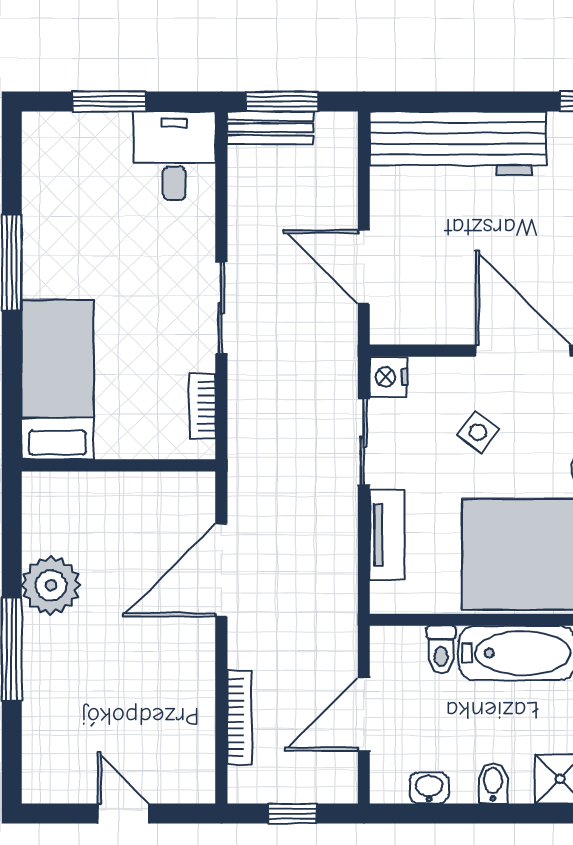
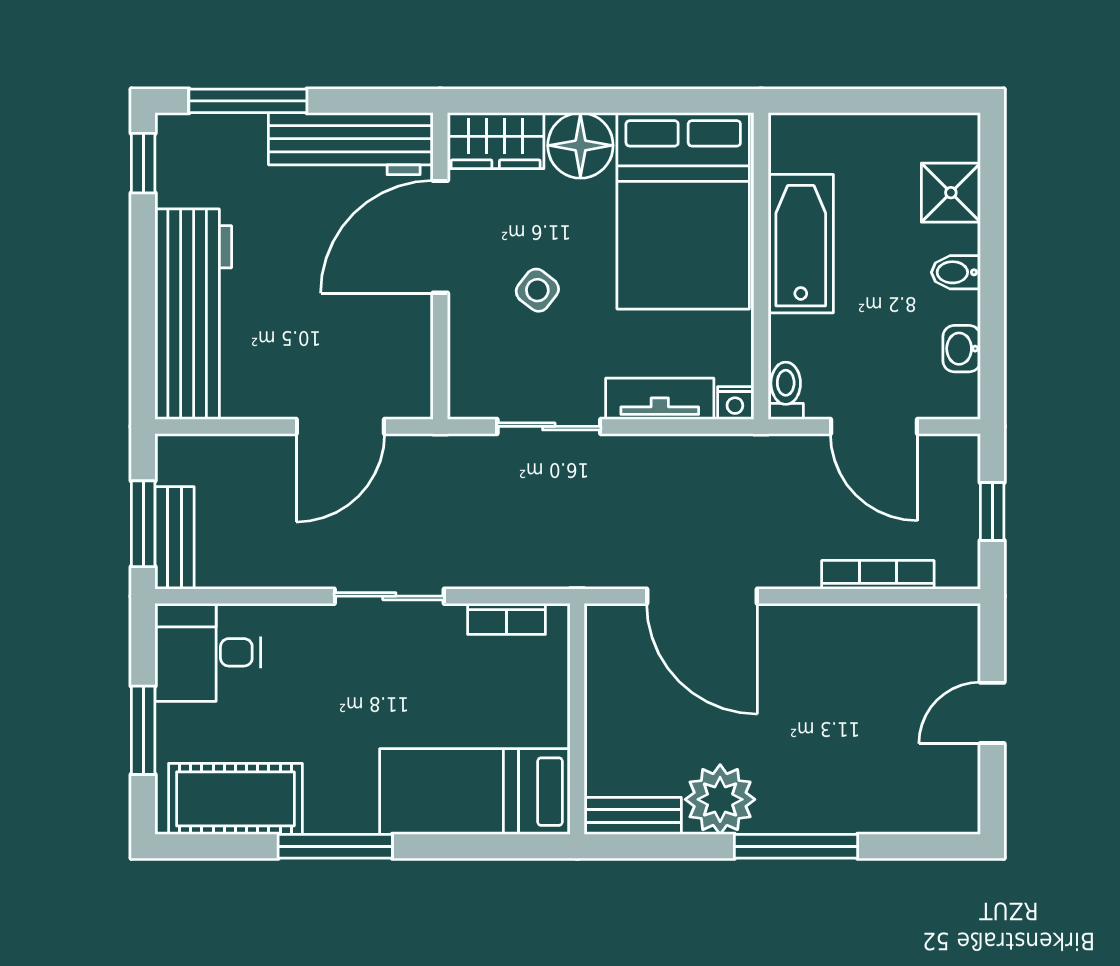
cot: (51, 179) -> (235, 799), added
nightstand: (388, 377) -> (735, 403), moved, width x0.72, depth x0.74
bench: (37, 512) -> (633, 816), added
toilet: (441, 650) -> (786, 391), moved, turned -90

